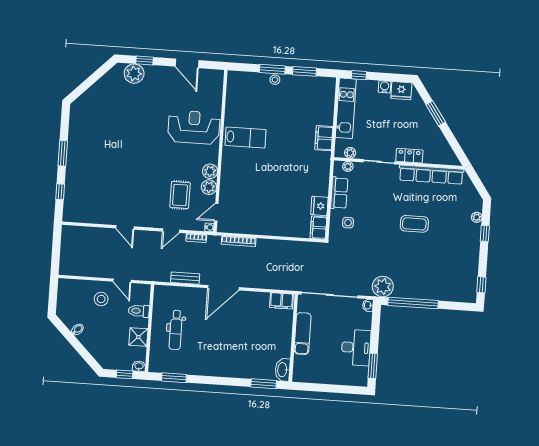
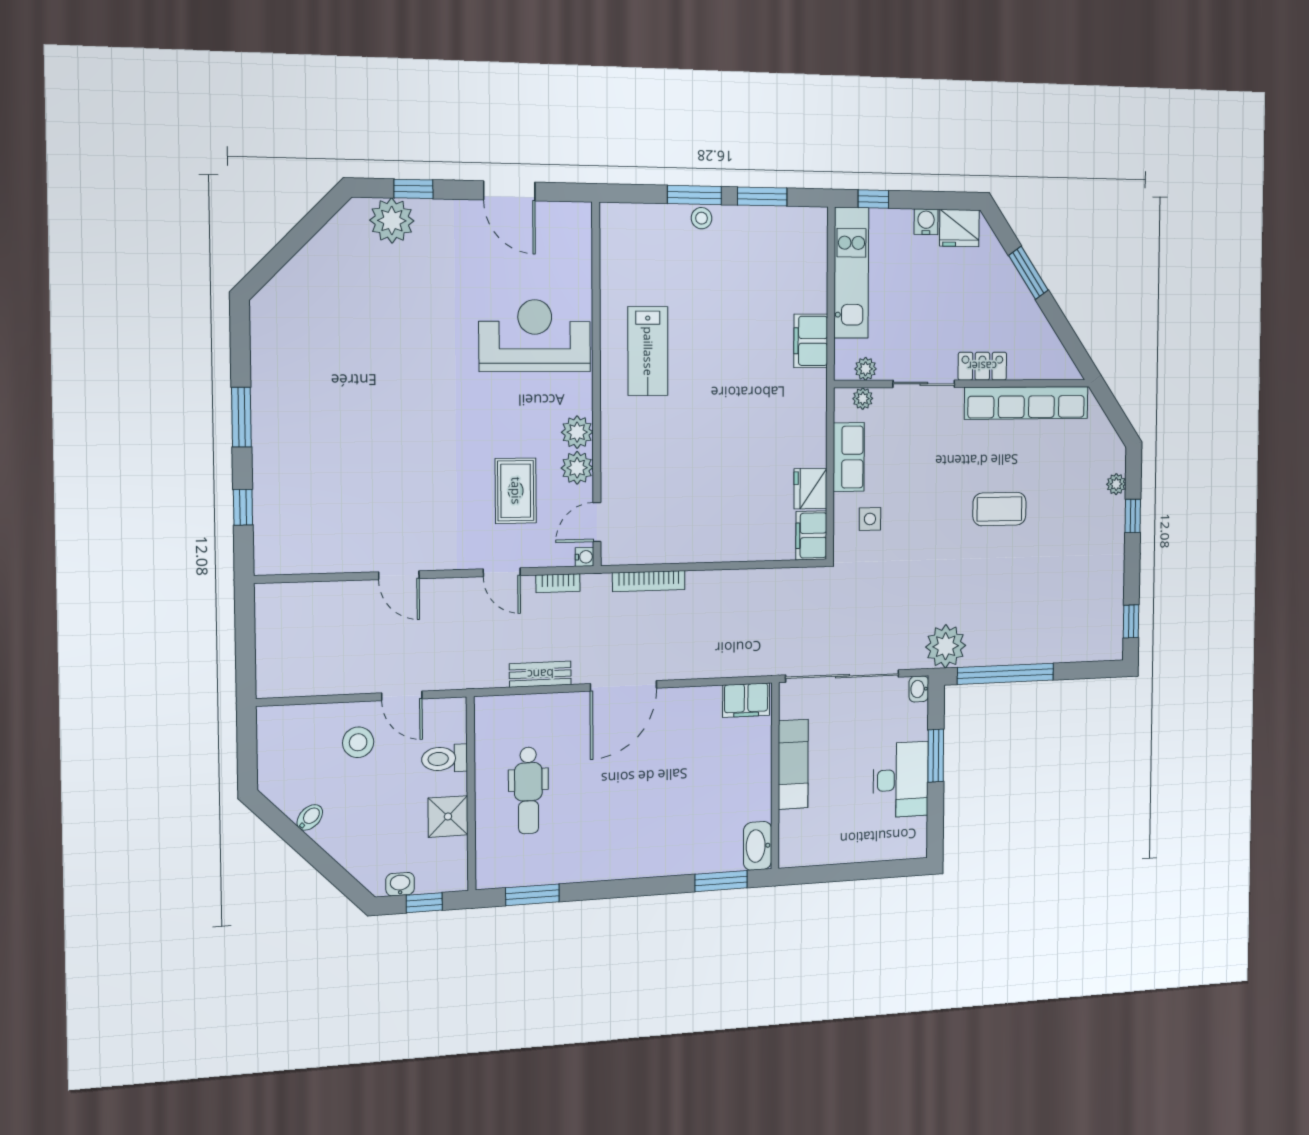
lab bench: (245, 137) -> (648, 351), turned 90
door: (171, 231) -> (502, 572), hinge flipped
washbasin: (139, 366) -> (400, 884), moved
window: (373, 366) -> (936, 756), moved

